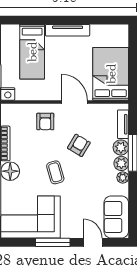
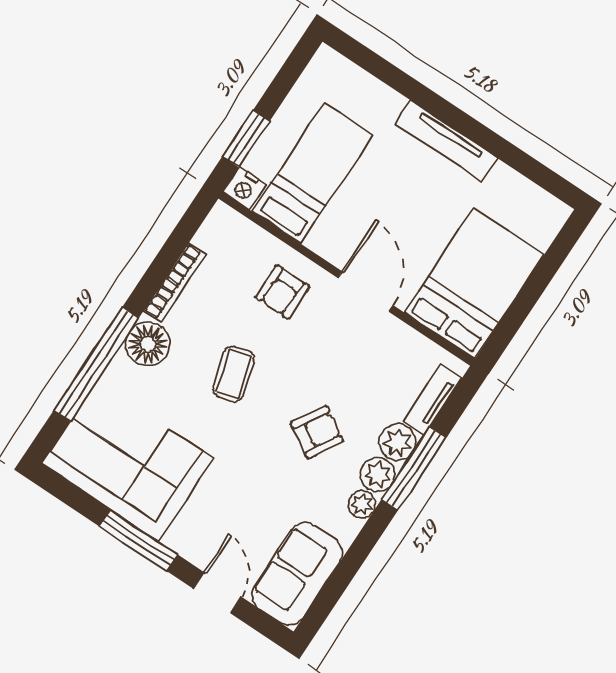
bed: (32, 52) -> (312, 173), moved, turned 180
armchair: (79, 145) -> (317, 432), moved
coffee table: (55, 172) -> (234, 374), moved

